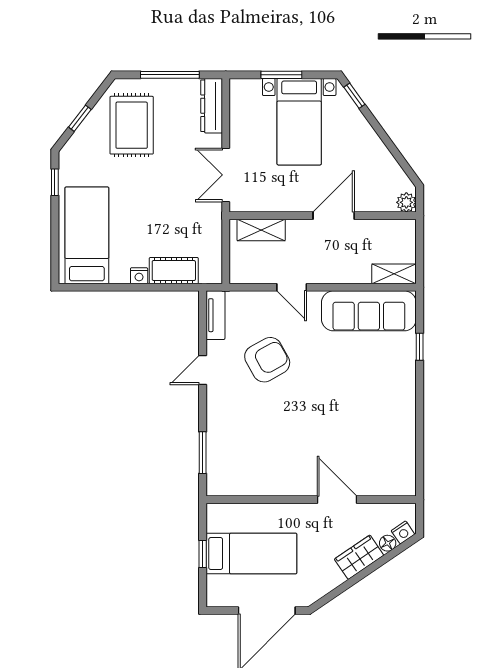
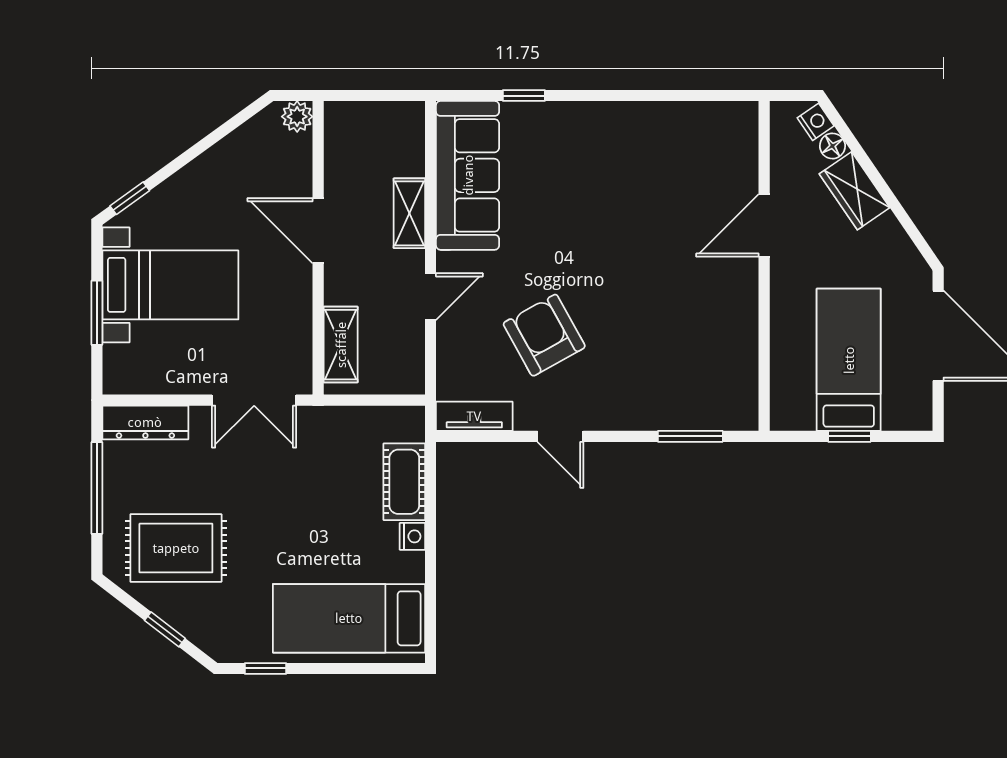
shelving: (394, 274) -> (409, 213), moved

